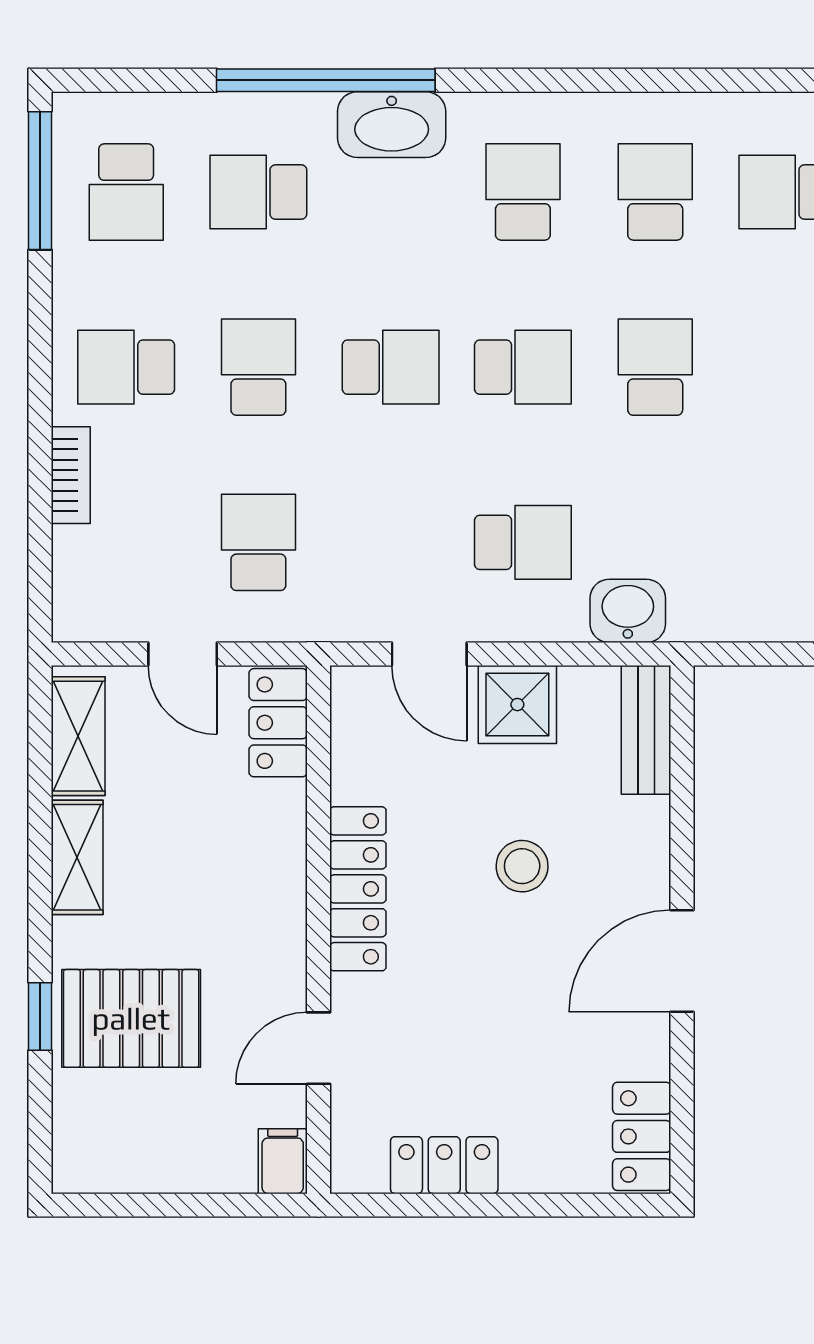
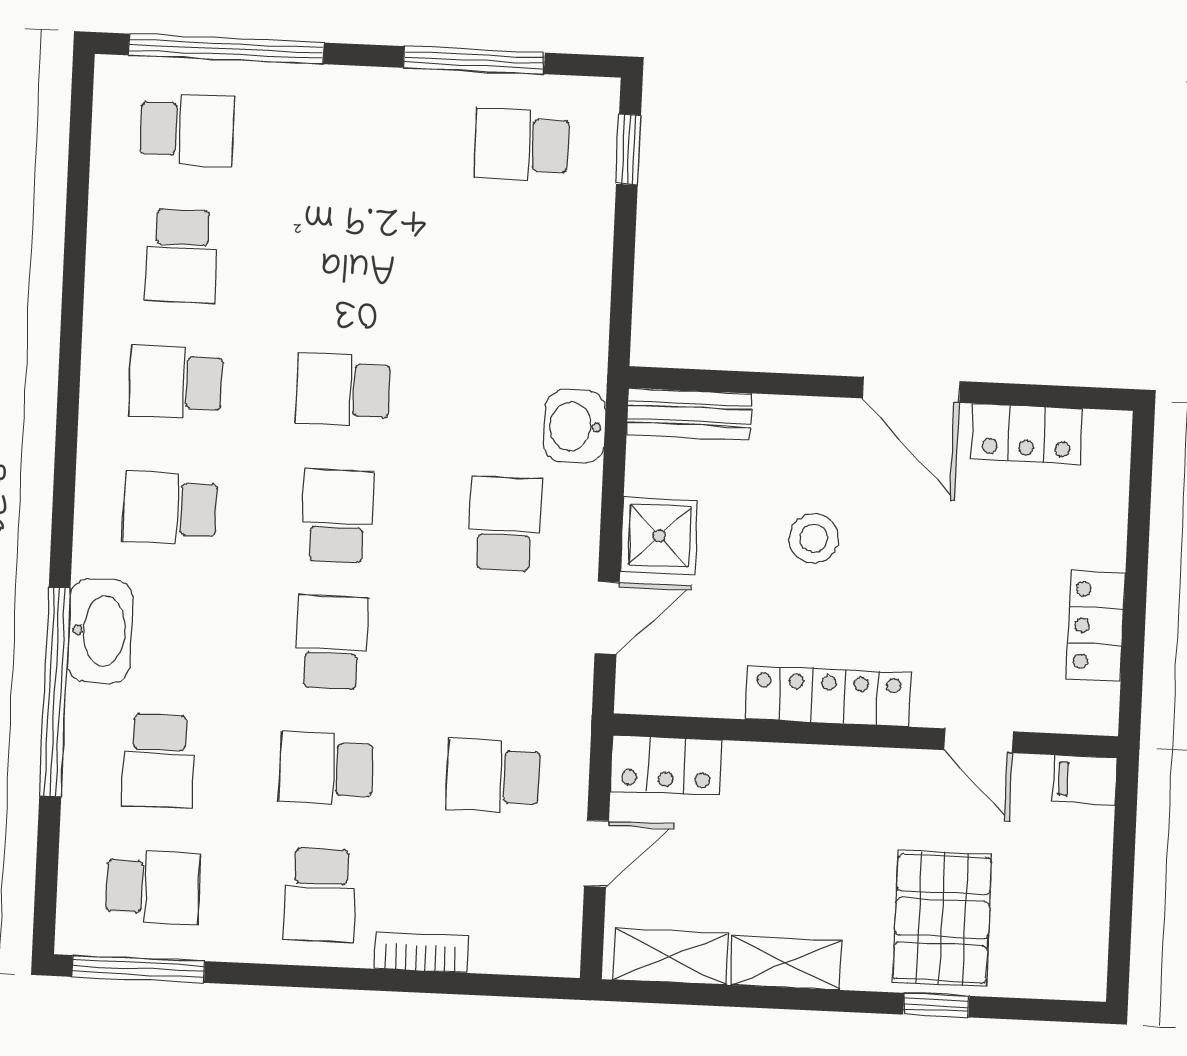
locker: (642, 1136) -> (1027, 434), moved

